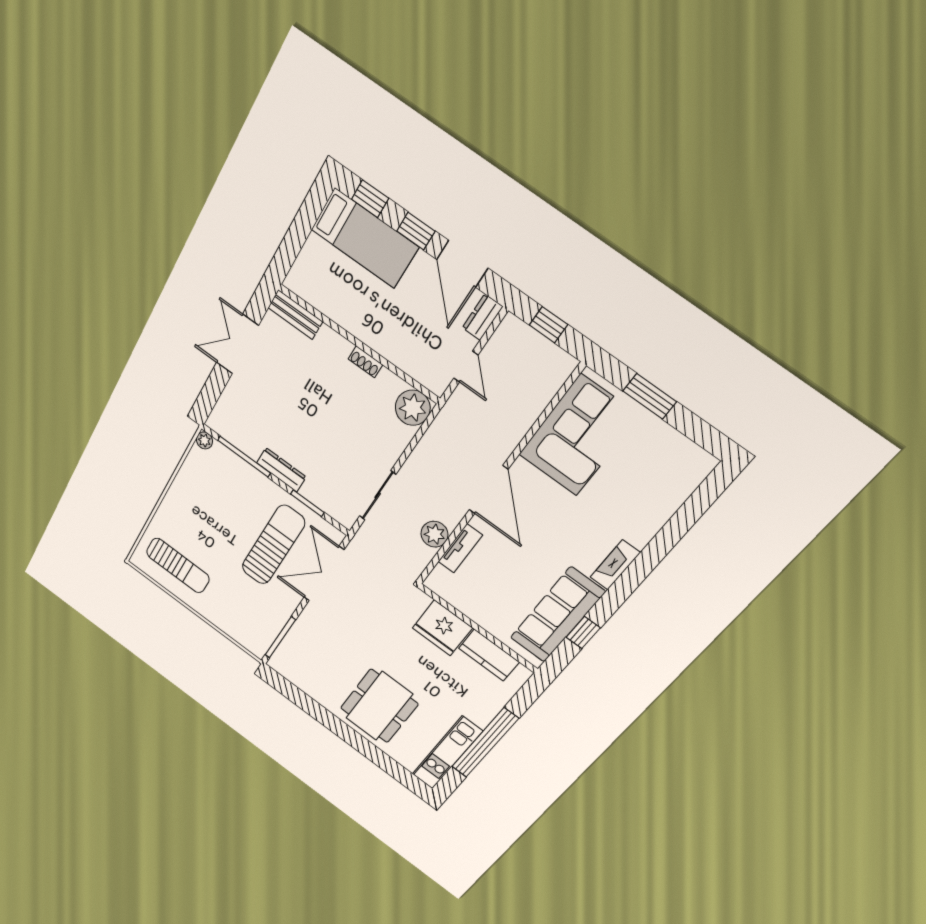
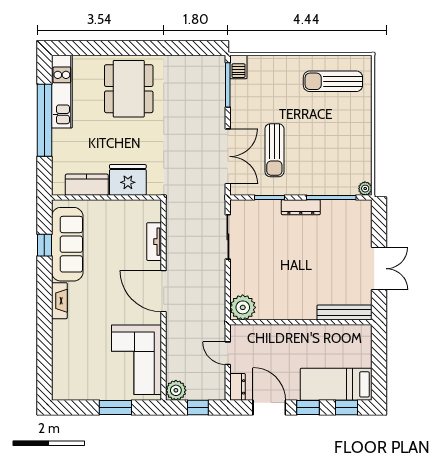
bench: (295, 315) -> (345, 313), width x1.36
shoe rack: (365, 362) -> (290, 314), removed
plant: (434, 534) -> (176, 390), moved
sun lounger: (273, 545) -> (274, 150), width x0.73, depth x0.75
barbecue: (260, 645) -> (238, 67), added

